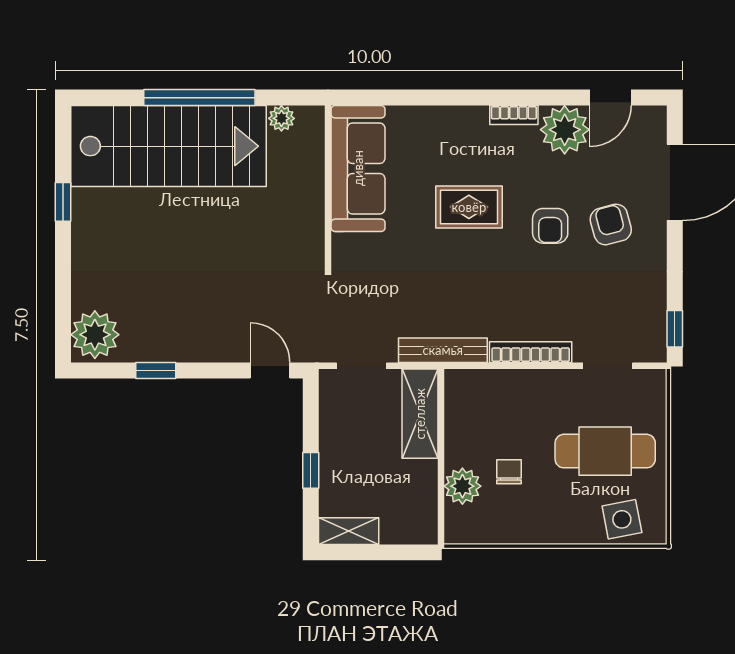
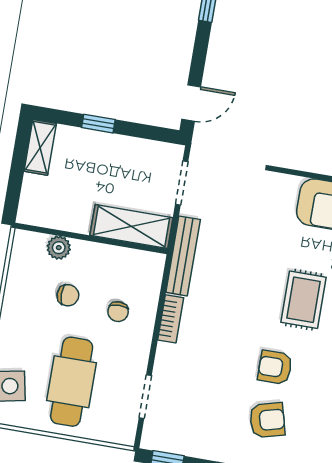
bookcase: (531, 352) -> (171, 319), width x0.64
chair: (518, 412) -> (118, 312), added
plant: (462, 486) -> (59, 248), width x0.73, depth x0.73

